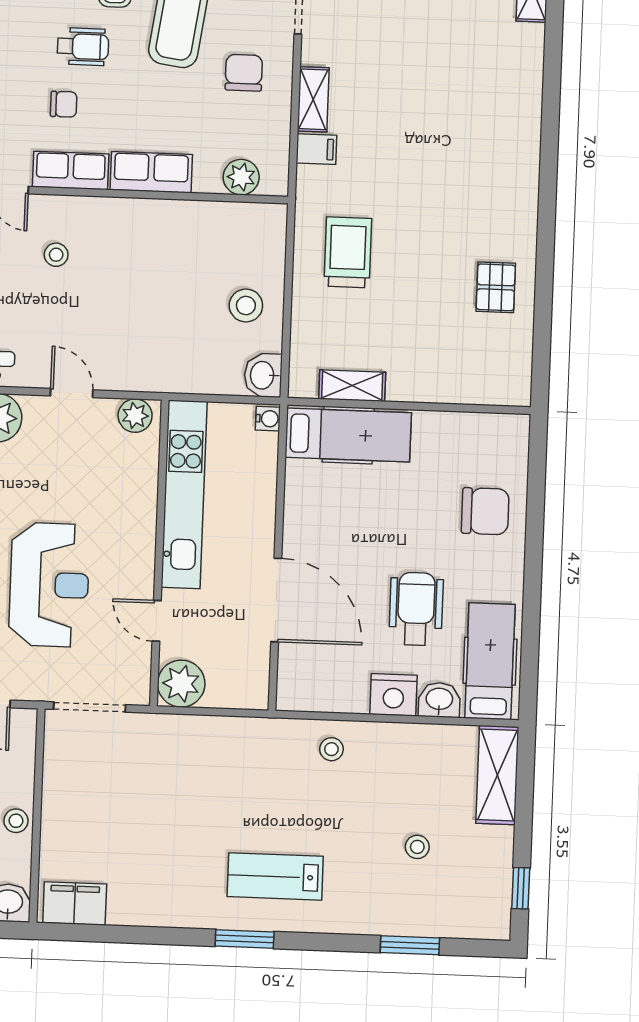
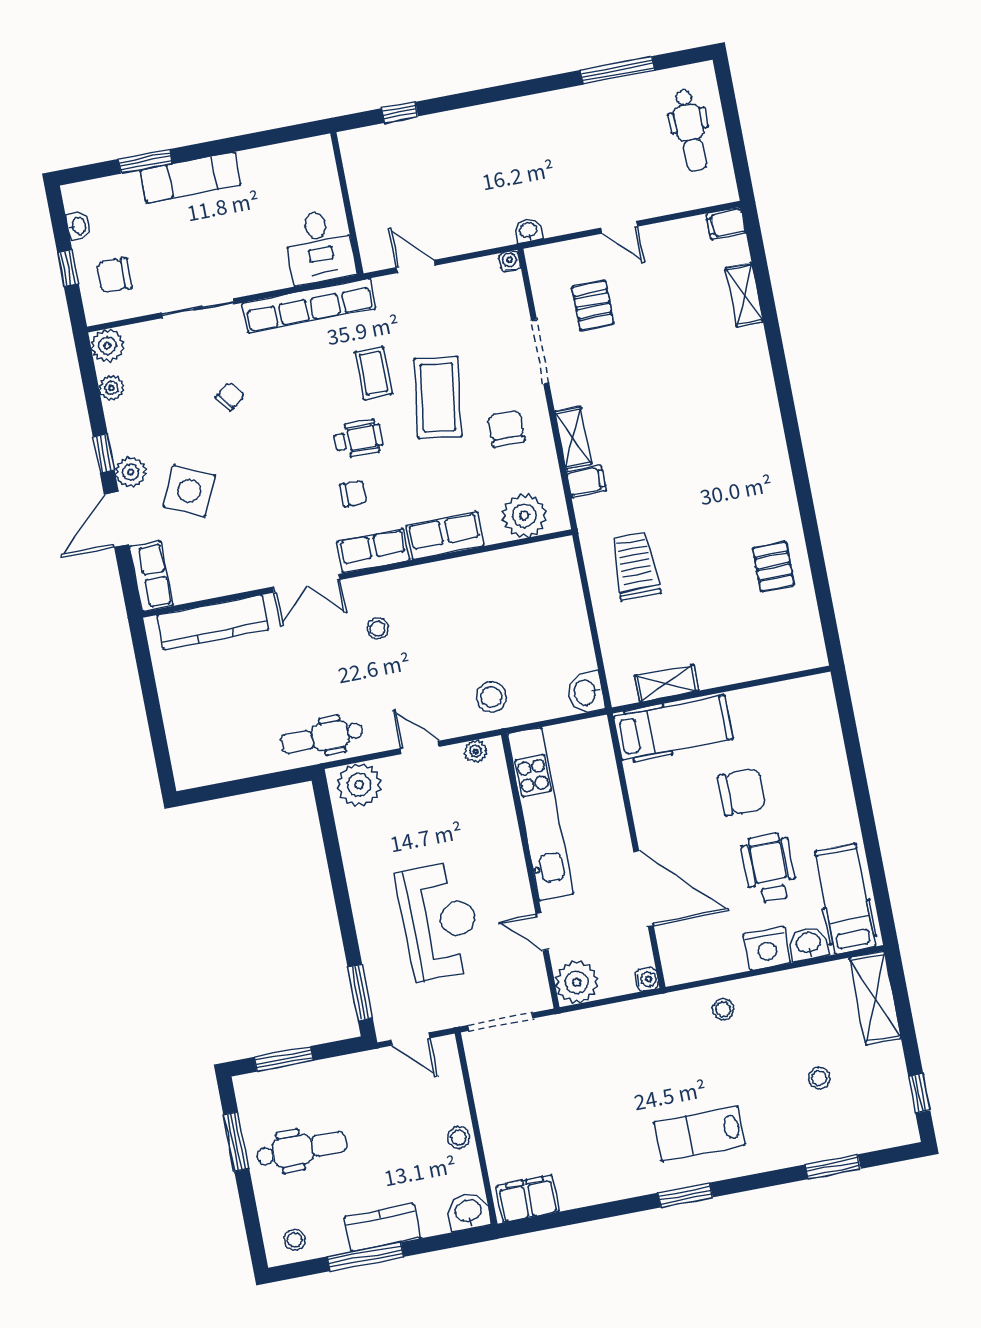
plant: (241, 177) -> (524, 516), width x1.36, depth x1.36
stool: (246, 306) -> (491, 697), moved
plant: (135, 416) -> (476, 751), width x0.73, depth x0.73
water cooler: (268, 419) -> (647, 979), moved
chair: (485, 511) -> (742, 792), moved

